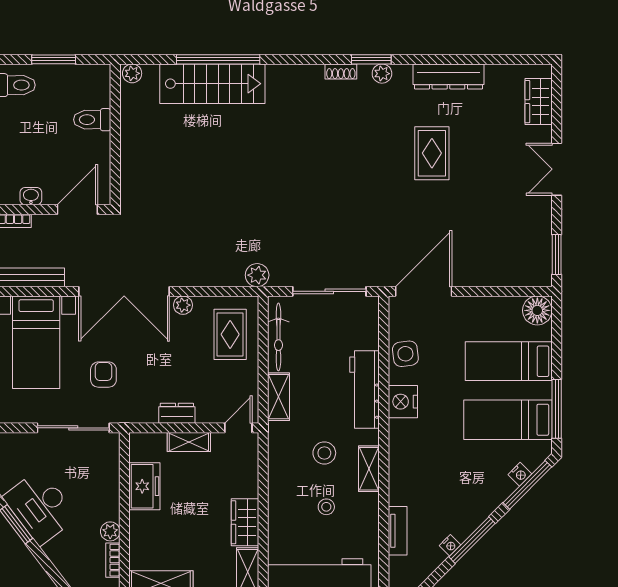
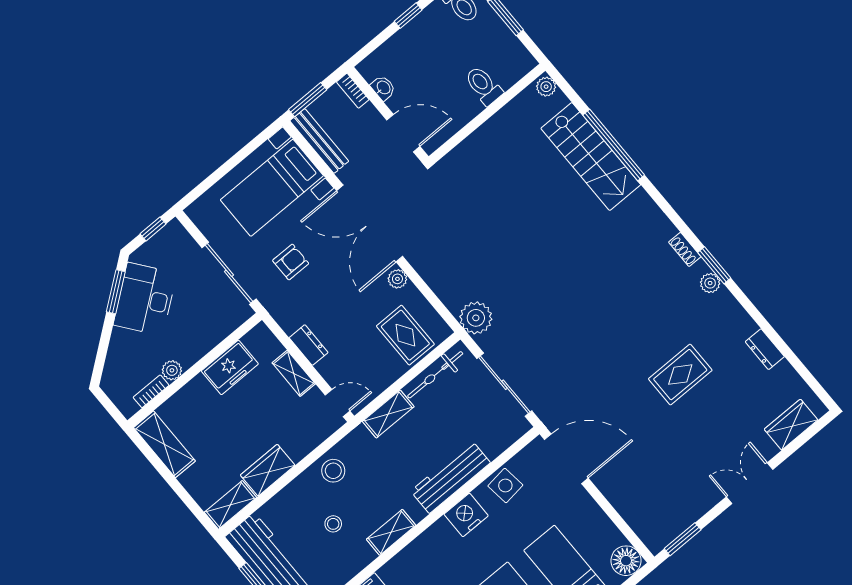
dresser: (448, 76) -> (765, 349), width x0.51, depth x0.80
plant: (257, 275) -> (476, 318), width x1.36, depth x1.36
rug: (230, 334) -> (405, 335), turned 90
stool: (324, 453) -> (333, 471), moved

